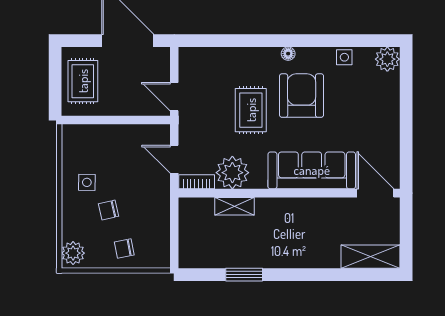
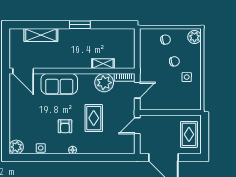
armchair: (302, 96) -> (65, 126), width x0.53, depth x0.53
door: (174, 97) -> (137, 126), swing flipped
door: (174, 159) -> (137, 90), hinge flipped
sofa: (312, 170) -> (59, 84), width x0.73
shelving: (370, 257) -> (41, 35), moved
window: (244, 275) -> (80, 25), moved

